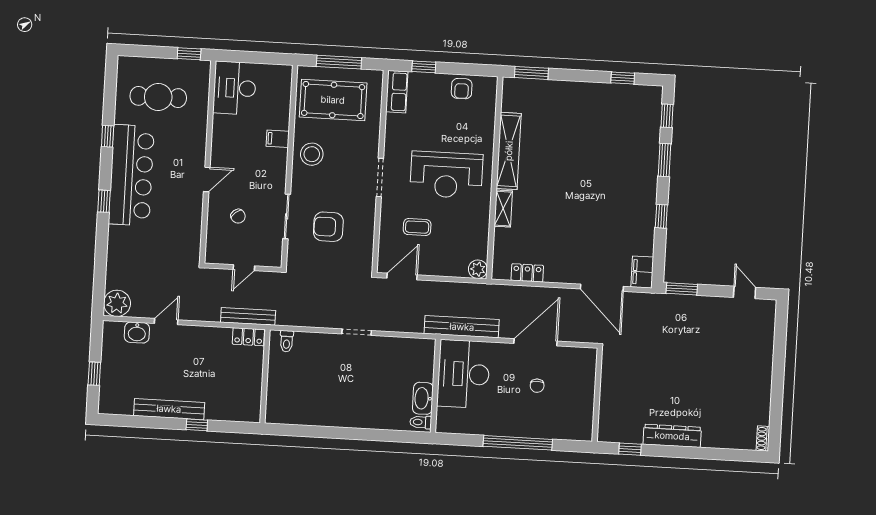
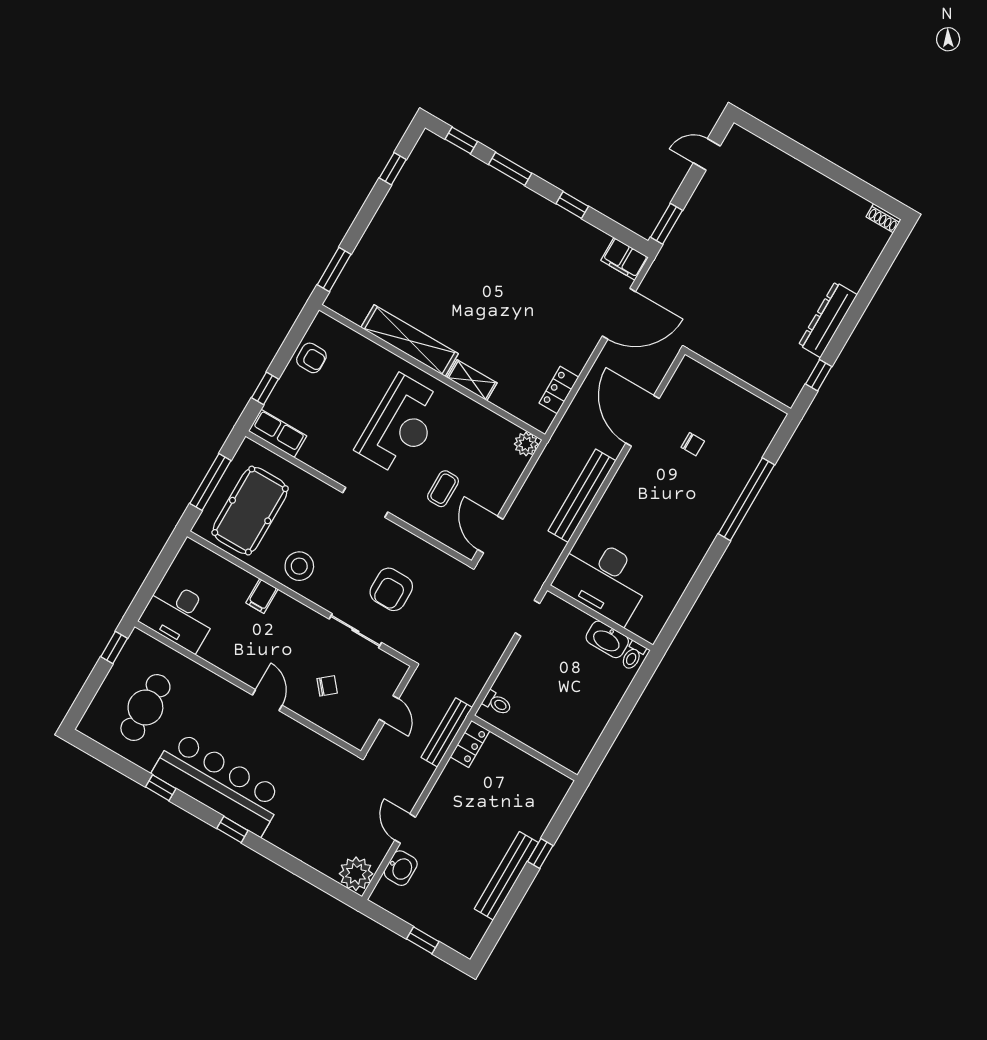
desk: (464, 374) -> (603, 579), moved
wall: (436, 386) -> (600, 618), moved
washbasin: (423, 398) -> (607, 639), moved
toilet: (421, 422) -> (633, 656), moved

